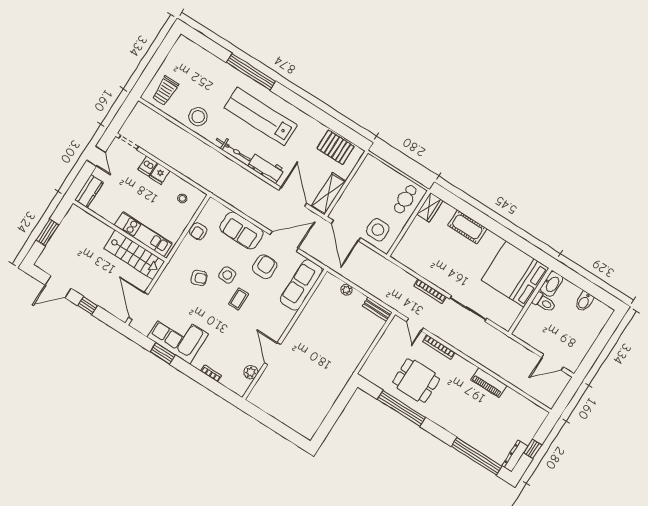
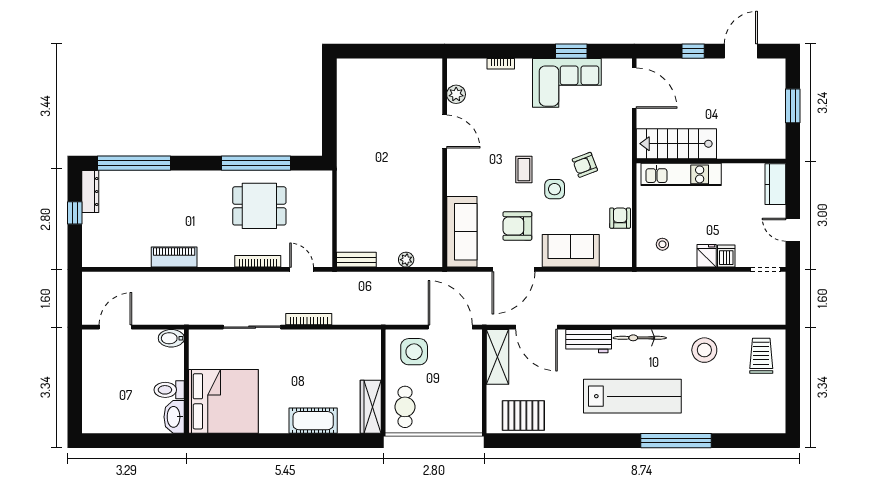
wardrobe: (430, 207) -> (371, 407), width x1.50
armchair: (265, 267) -> (517, 226), turned 90
bidet: (584, 302) -> (171, 338), moved, turned -90

